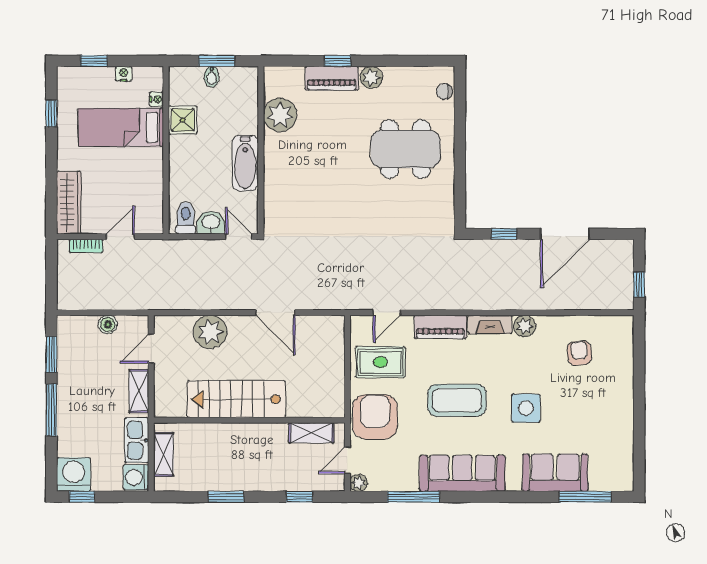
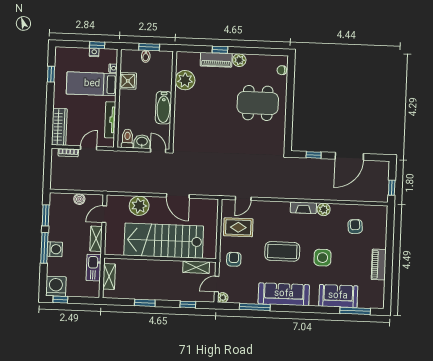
window: (94, 61) -> (97, 45), moved
tv unit: (155, 187) -> (110, 120), added
piano: (440, 327) -> (379, 265), moved, turned 90
stairs: (236, 399) -> (164, 241), width x1.36, depth x1.51
armchair: (375, 417) -> (234, 259), width x0.53, depth x0.53
washing machine: (136, 477) -> (55, 249), moved, turned 180

